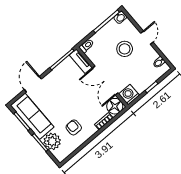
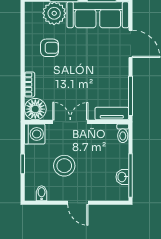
washbasin: (120, 17) -> (122, 177), moved
stool: (125, 49) -> (64, 166), moved
double door: (105, 80) -> (70, 122), width x0.73

